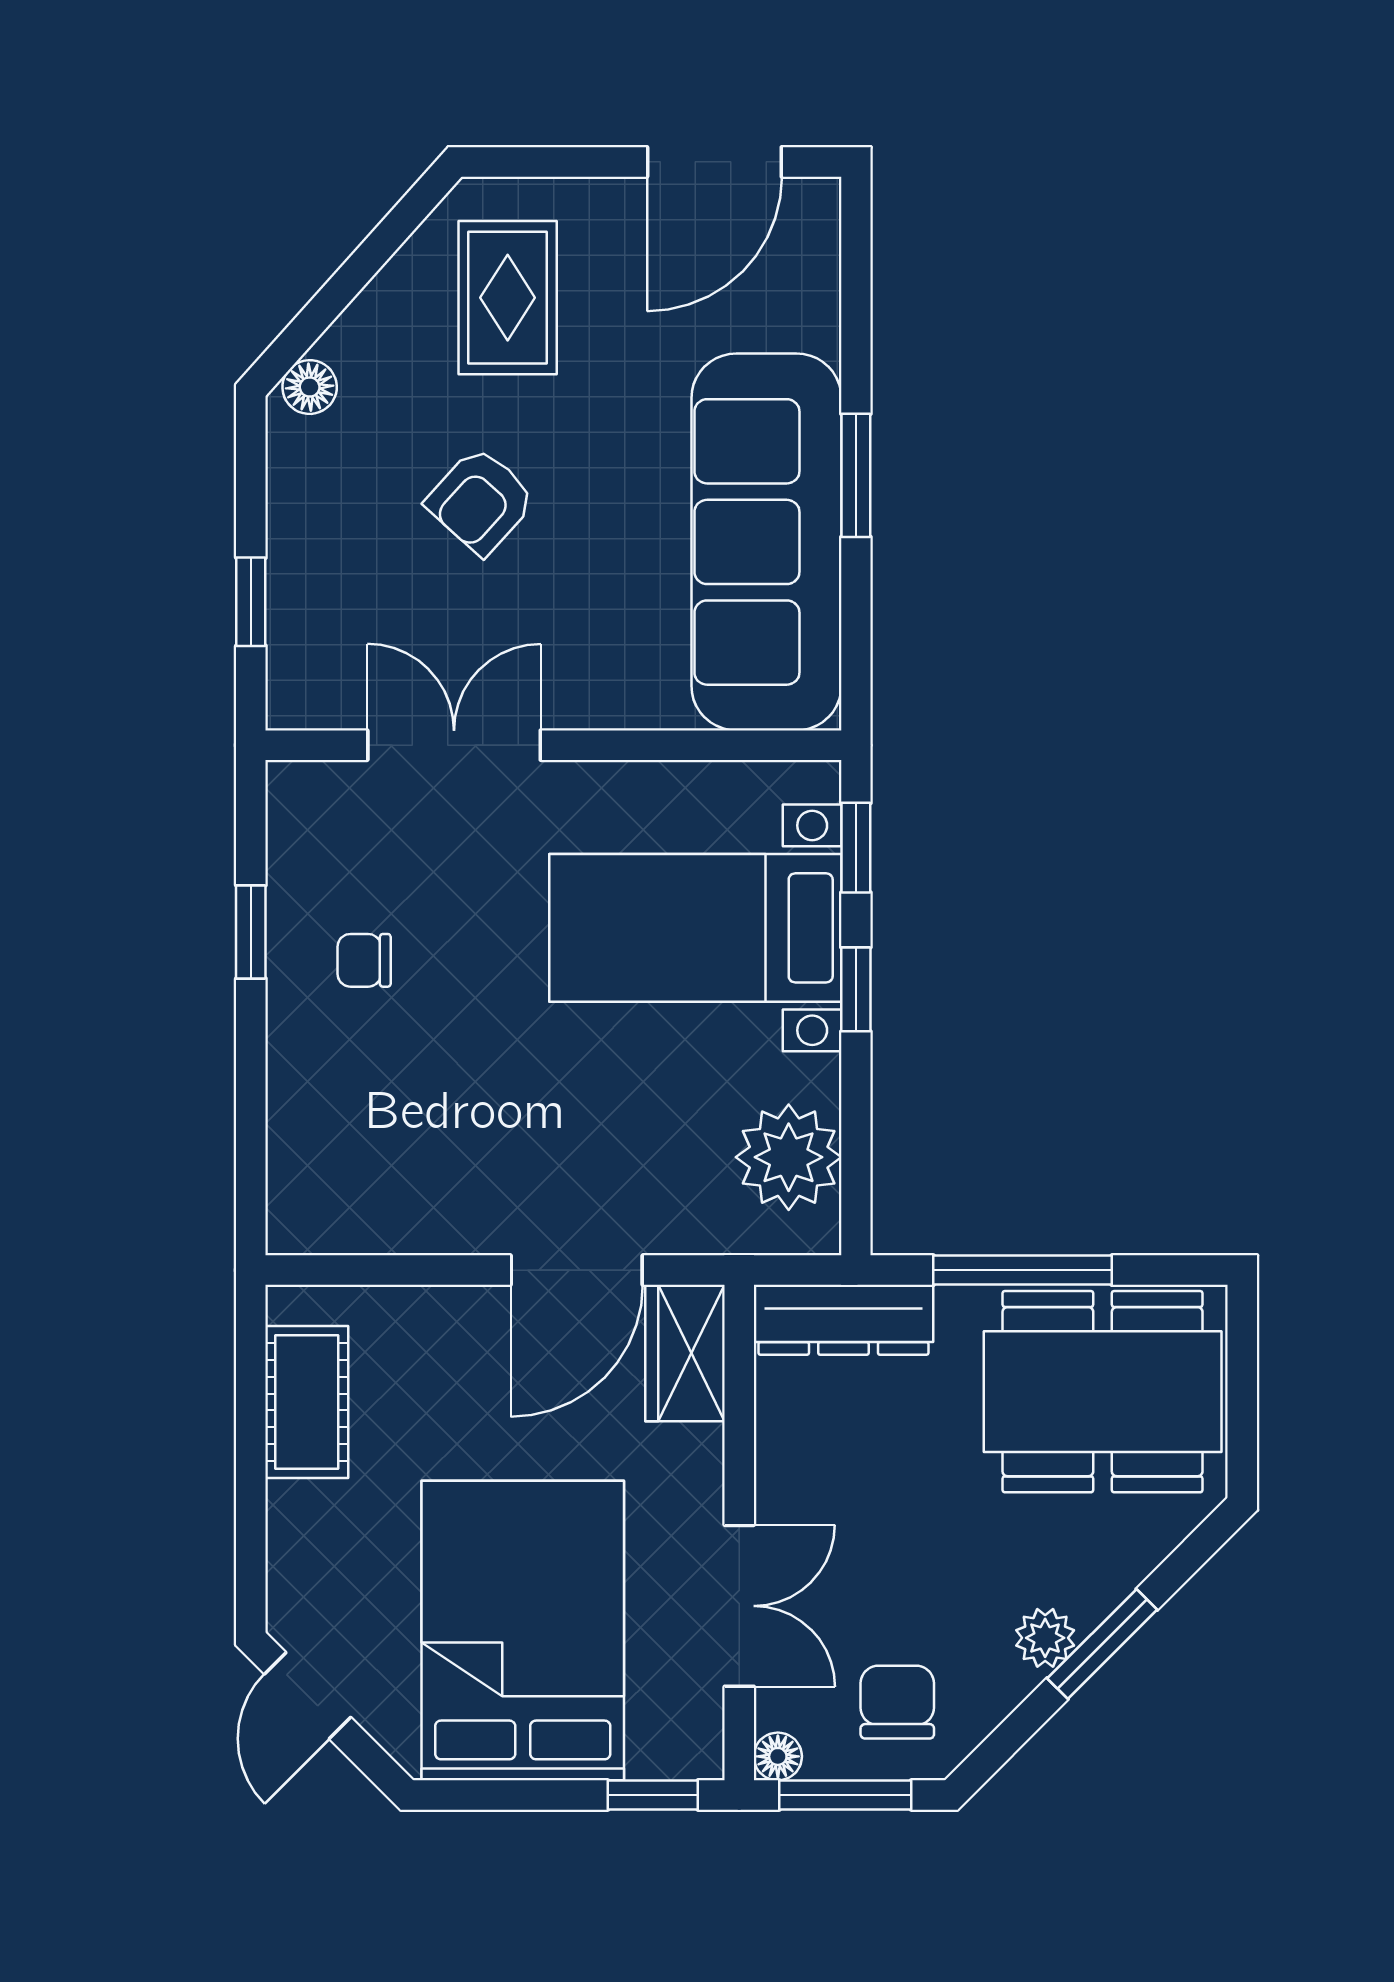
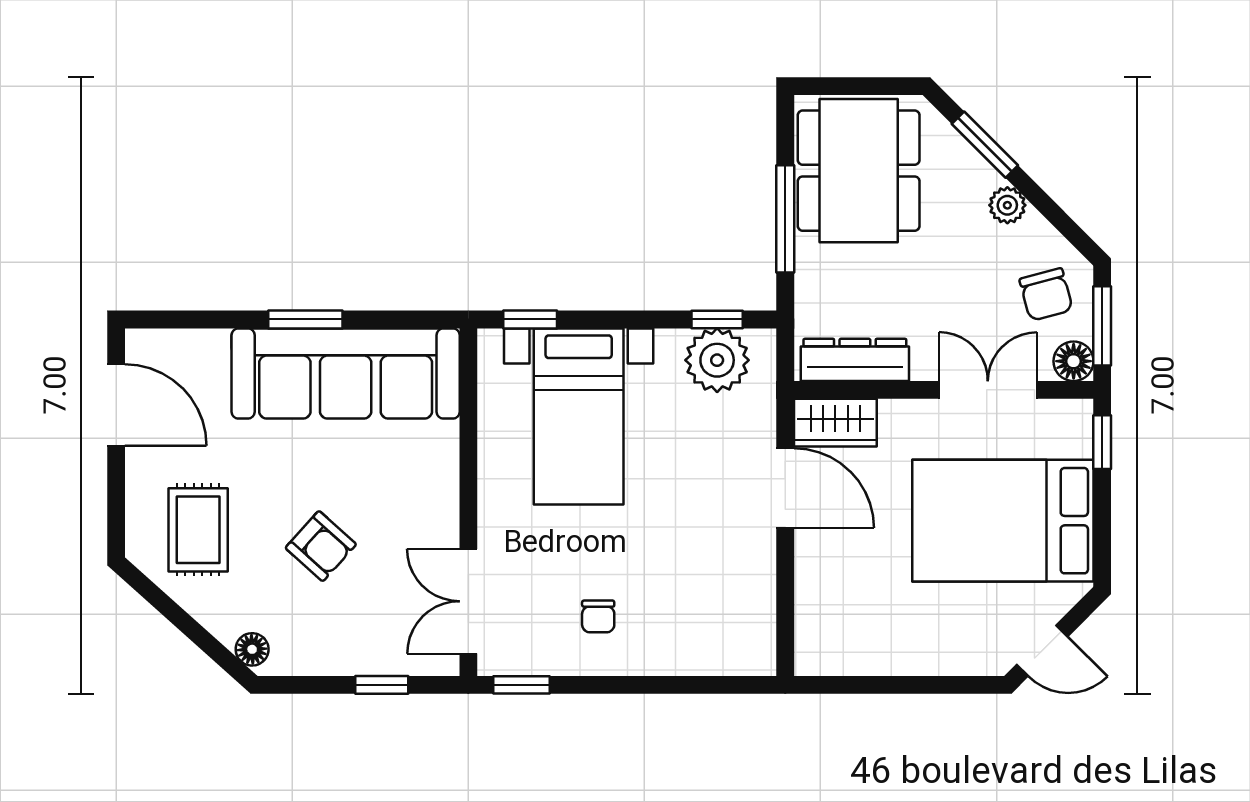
rug: (508, 298) -> (198, 530), turned 90
double door: (454, 745) -> (468, 601), moved
window: (251, 932) -> (521, 685), moved
window: (856, 989) -> (717, 319), moved
dresser: (843, 1320) -> (855, 360), moved, turned -90
cot: (307, 1402) -> (865, 651), removed
window: (1102, 1644) -> (985, 145), moved
chair: (897, 1702) -> (1046, 294), turned -105
floor lamp: (778, 1756) -> (1074, 361), width x1.37, depth x1.37

